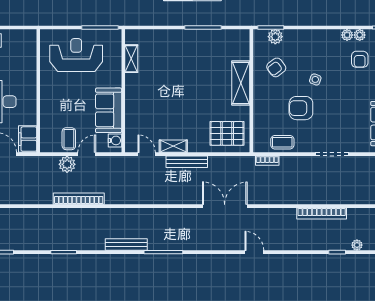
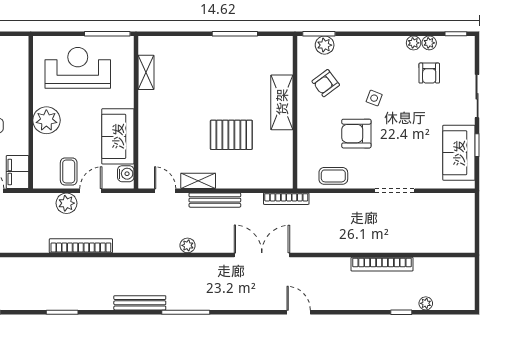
plant: (51, 97) -> (46, 120), added
pallet: (227, 133) -> (231, 135), moved
bookcase: (267, 161) -> (286, 199), moved, width x1.56
plant: (165, 198) -> (188, 245), added

